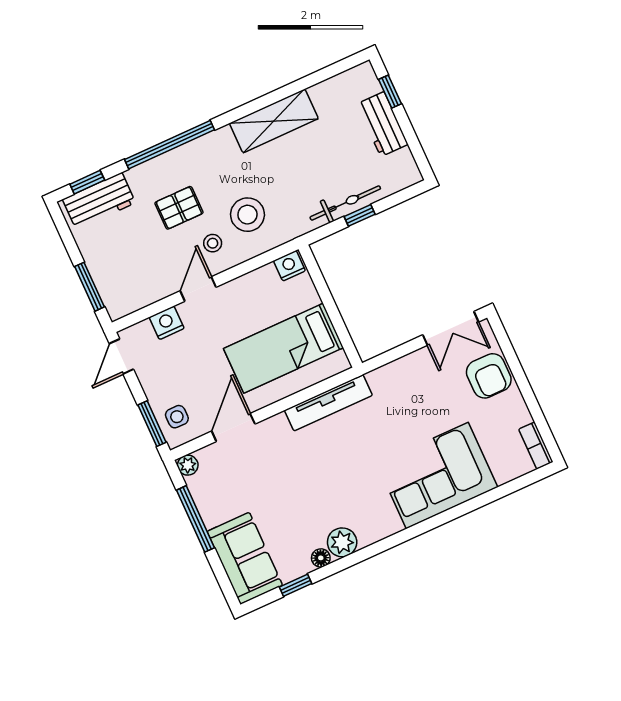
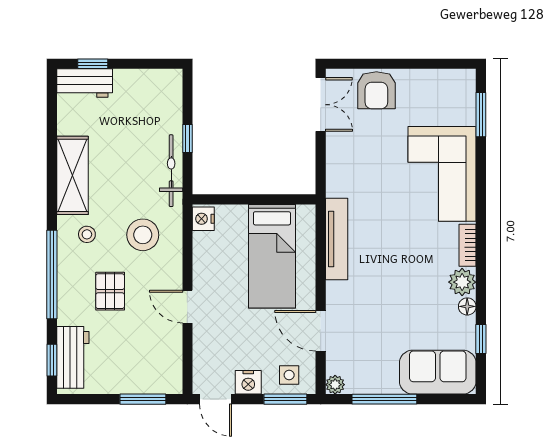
workbench: (382, 124) -> (85, 83), moved
bicycle: (345, 203) -> (171, 171), moved
stool: (213, 243) -> (87, 234), moved
nightstand: (167, 323) -> (248, 382), moved, turned -90
armchair: (489, 376) -> (376, 90), turned 90
bookcase: (536, 446) -> (468, 245), moved, turned 90
window: (511, 487) -> (481, 115), added

